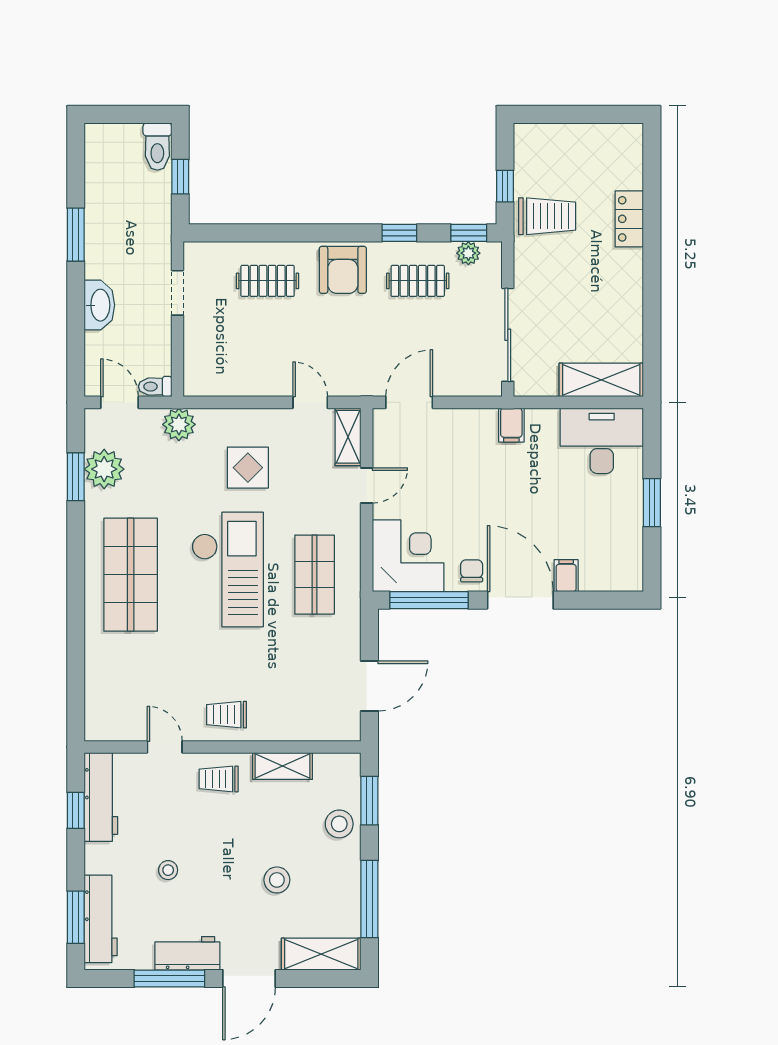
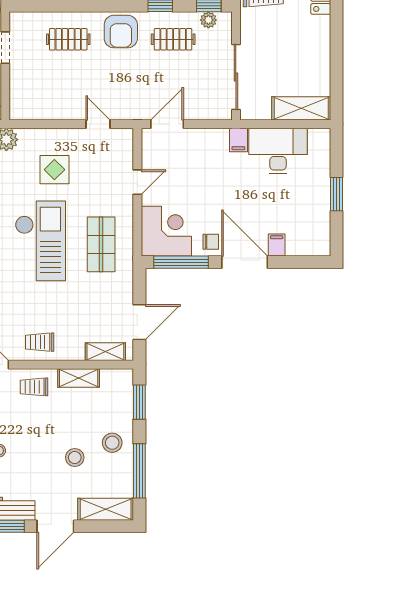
shelving: (348, 437) -> (105, 352), moved, turned 90
desk: (602, 441) -> (278, 151), moved
chair: (472, 571) -> (211, 242), turned 90
stool: (339, 824) -> (112, 443), moved

